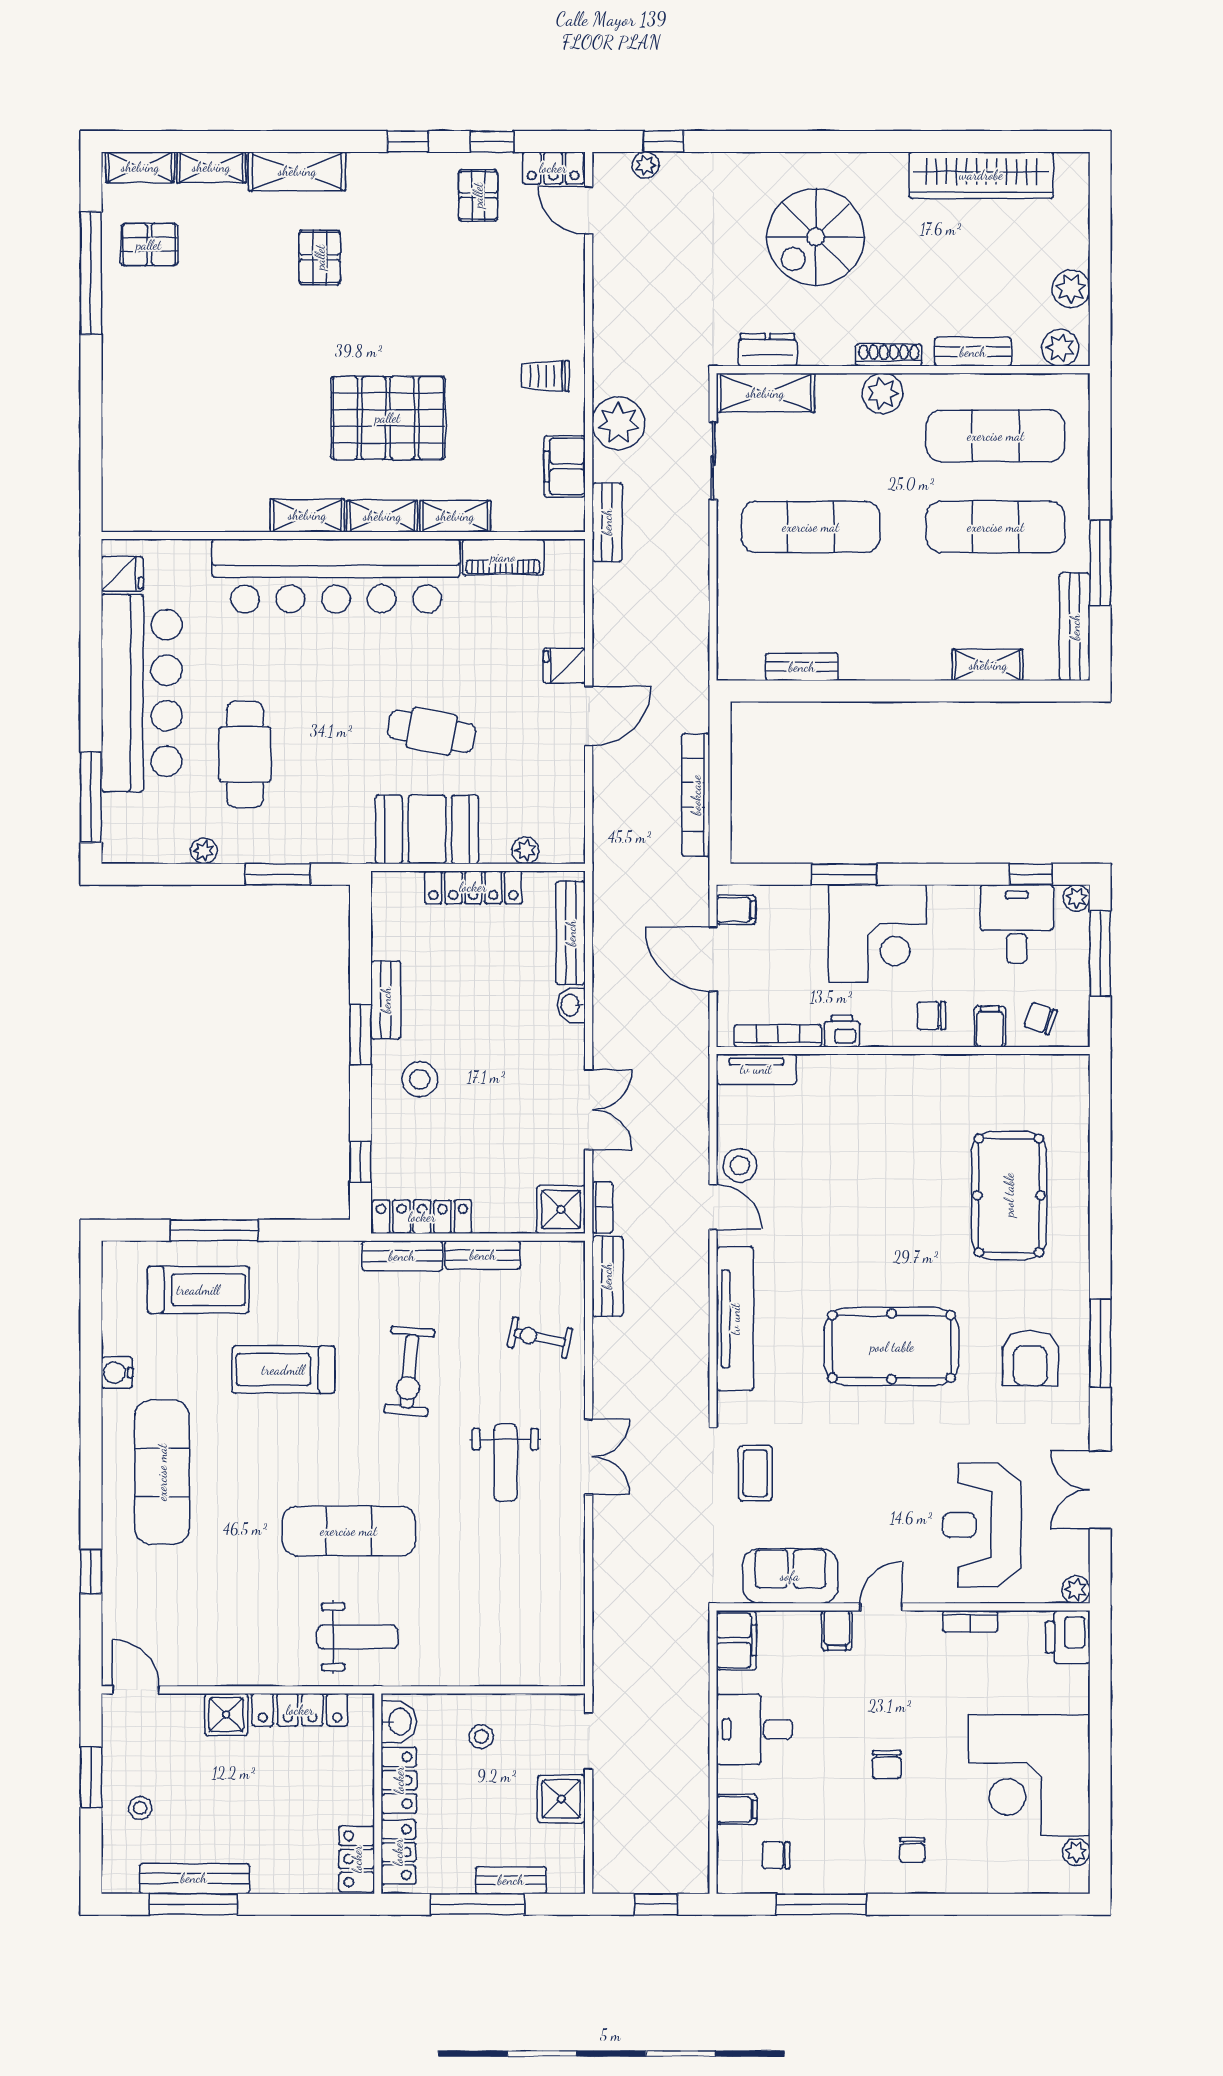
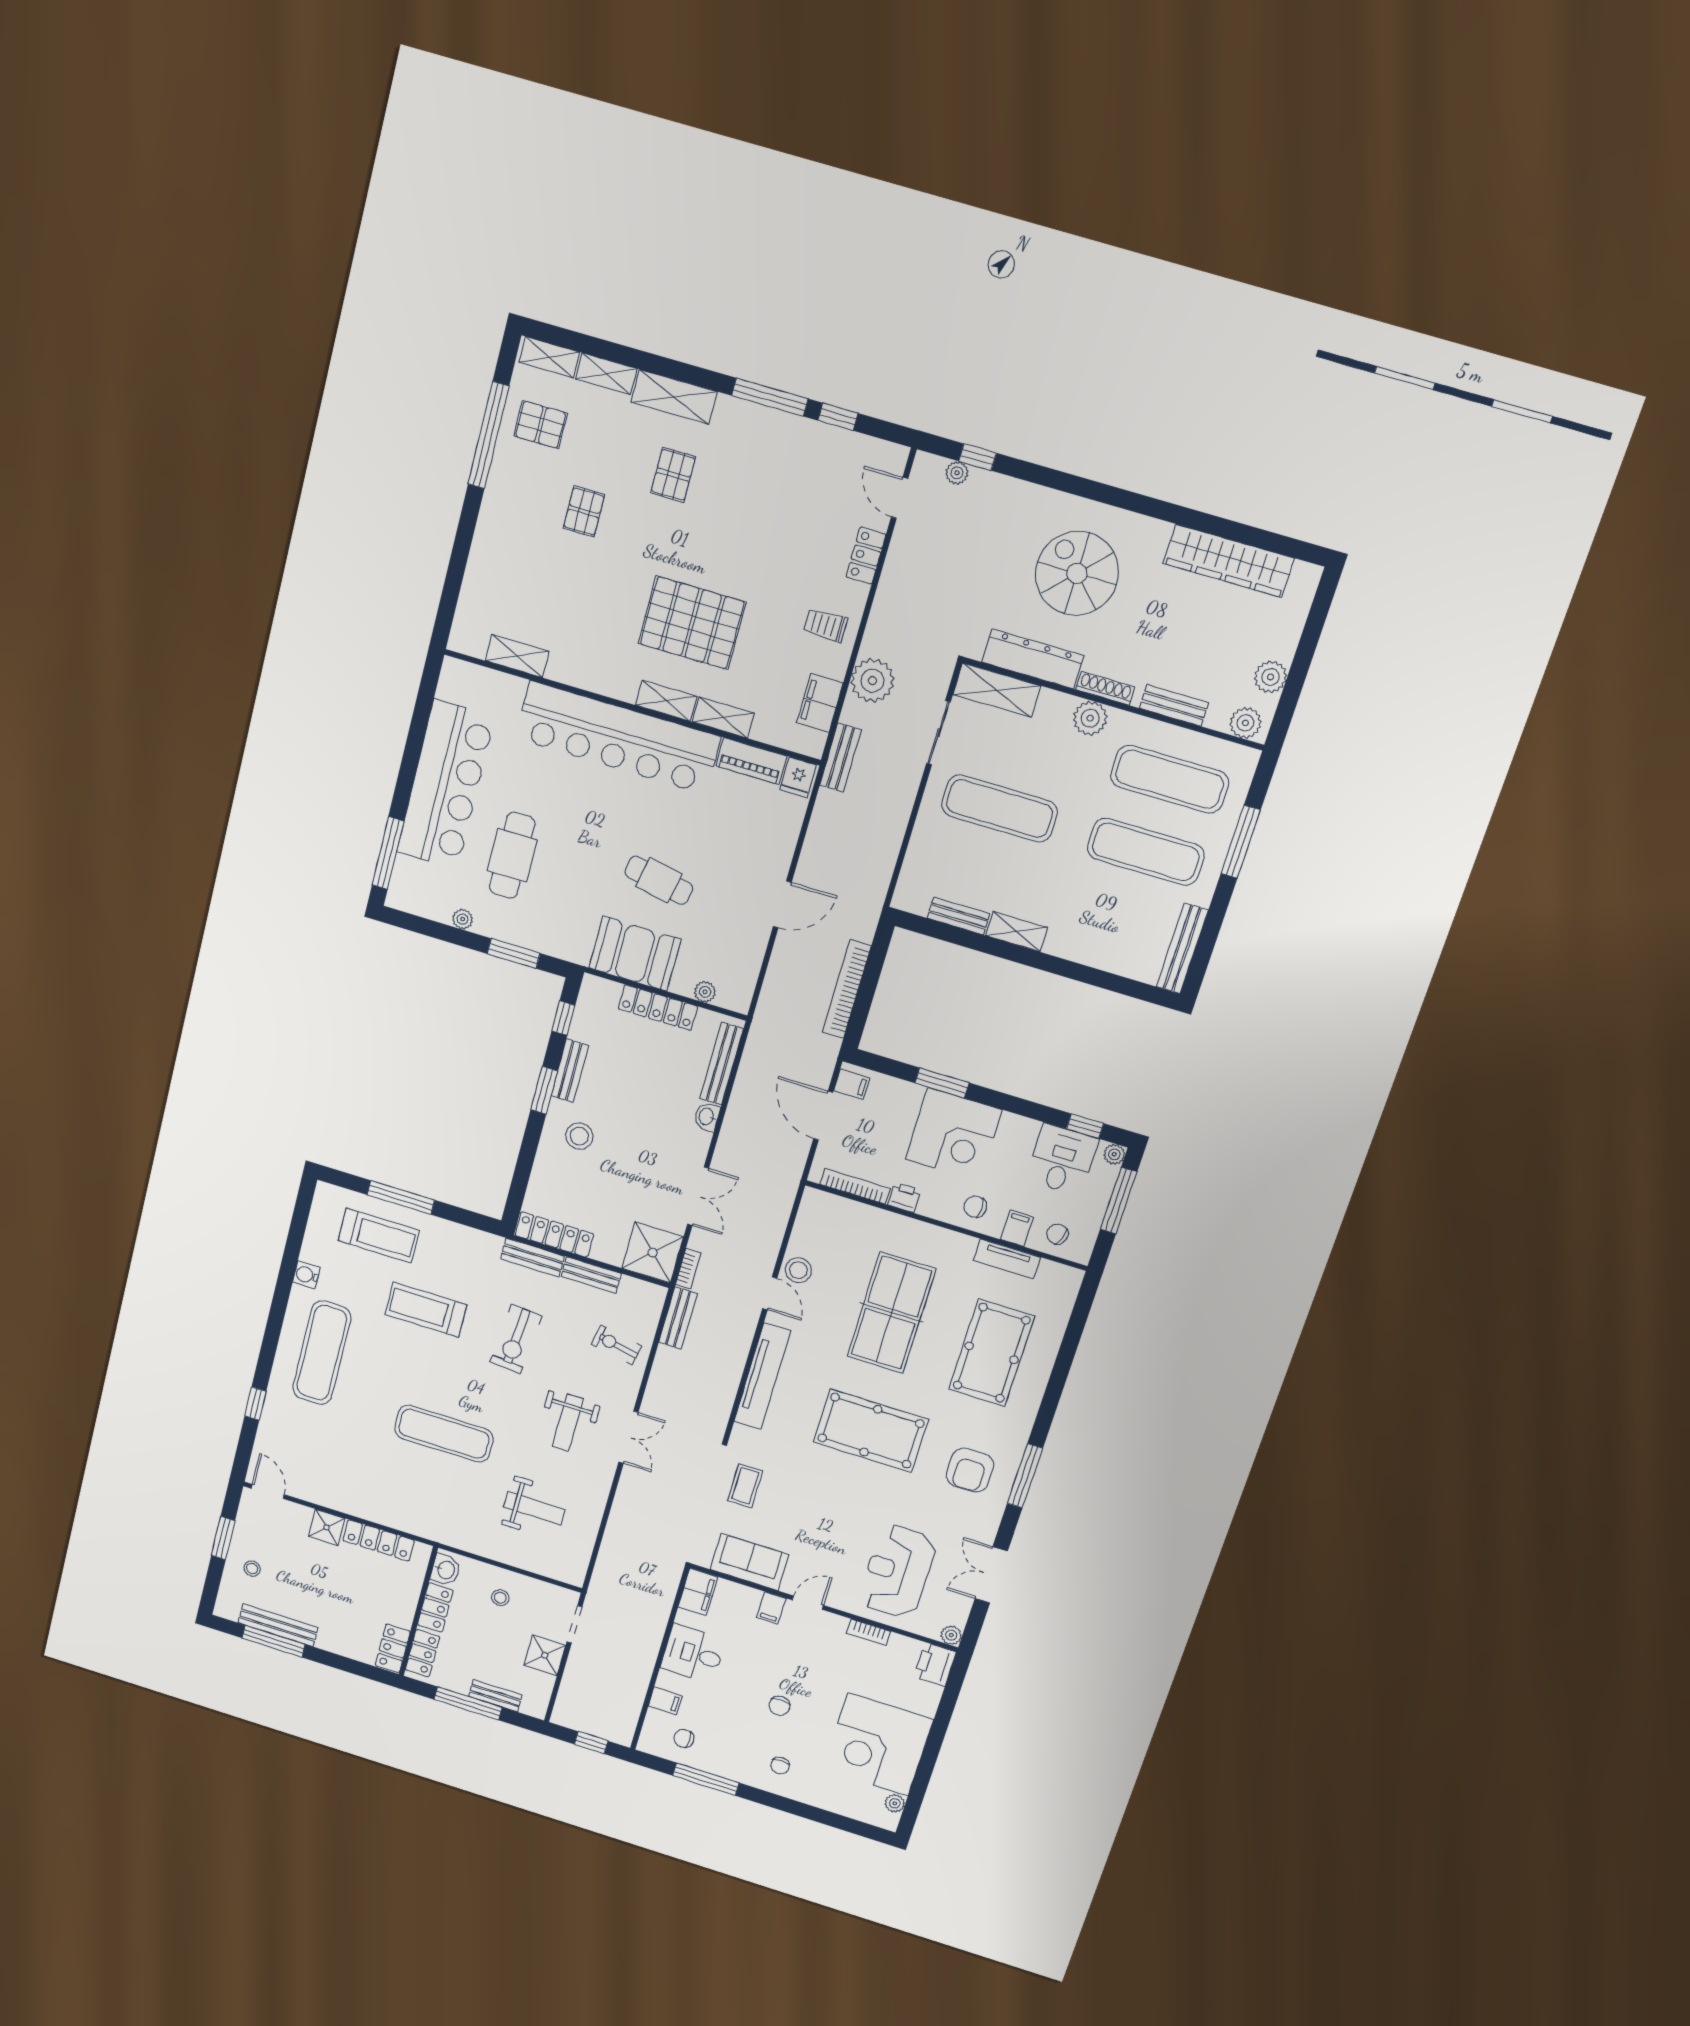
window: (408, 142) -> (770, 397), width x2.17
locker: (553, 168) -> (866, 556), moved, turned 90
pallet: (478, 195) -> (584, 512), moved
spiral stairs: (816, 237) -> (1077, 573), turned 90
dresser: (768, 350) -> (1033, 659), width x1.96, depth x1.24
shelving: (307, 515) -> (517, 656), moved
window: (1100, 563) -> (1241, 842), moved
fridge: (122, 574) -> (454, 687), removed
shelving: (988, 665) -> (1017, 932), moved
fridge: (564, 666) -> (798, 777), moved, turned -90
tv unit: (756, 1069) -> (1007, 1259), moved
window: (361, 1162) -> (563, 1018), moved
table tennis table: (871, 1183) -> (891, 1313), added
shower: (561, 1209) -> (653, 1253), width x1.36, depth x1.36
weight bench: (357, 1637) -> (534, 1508), moved

